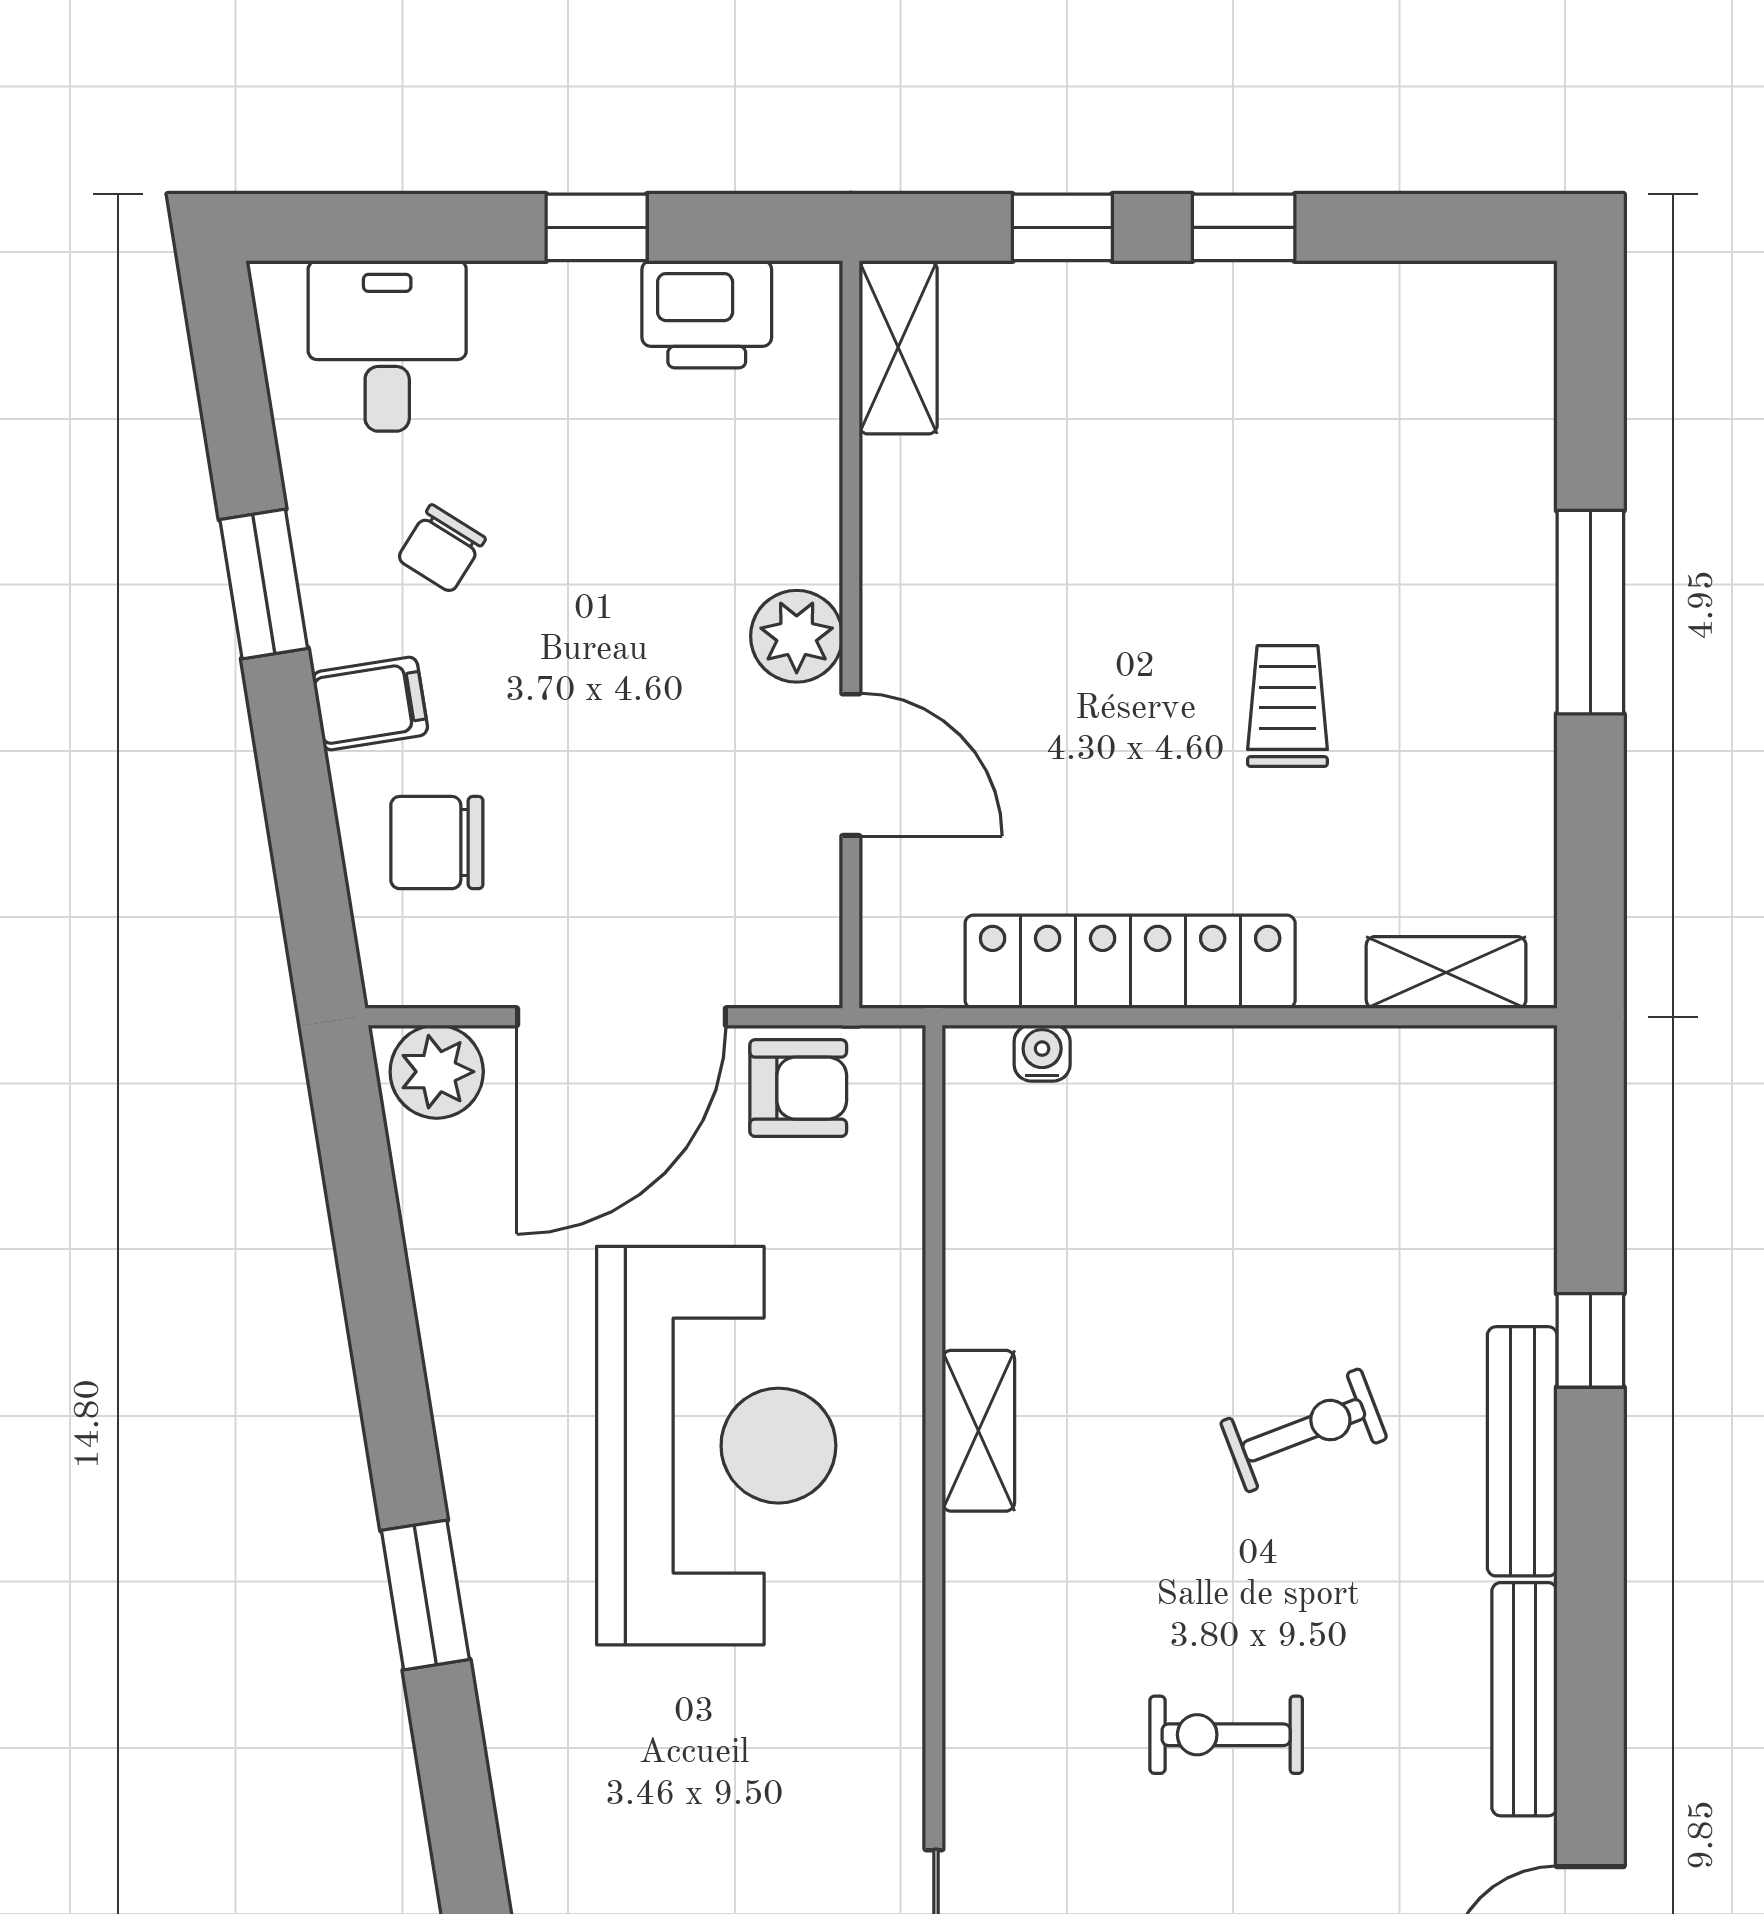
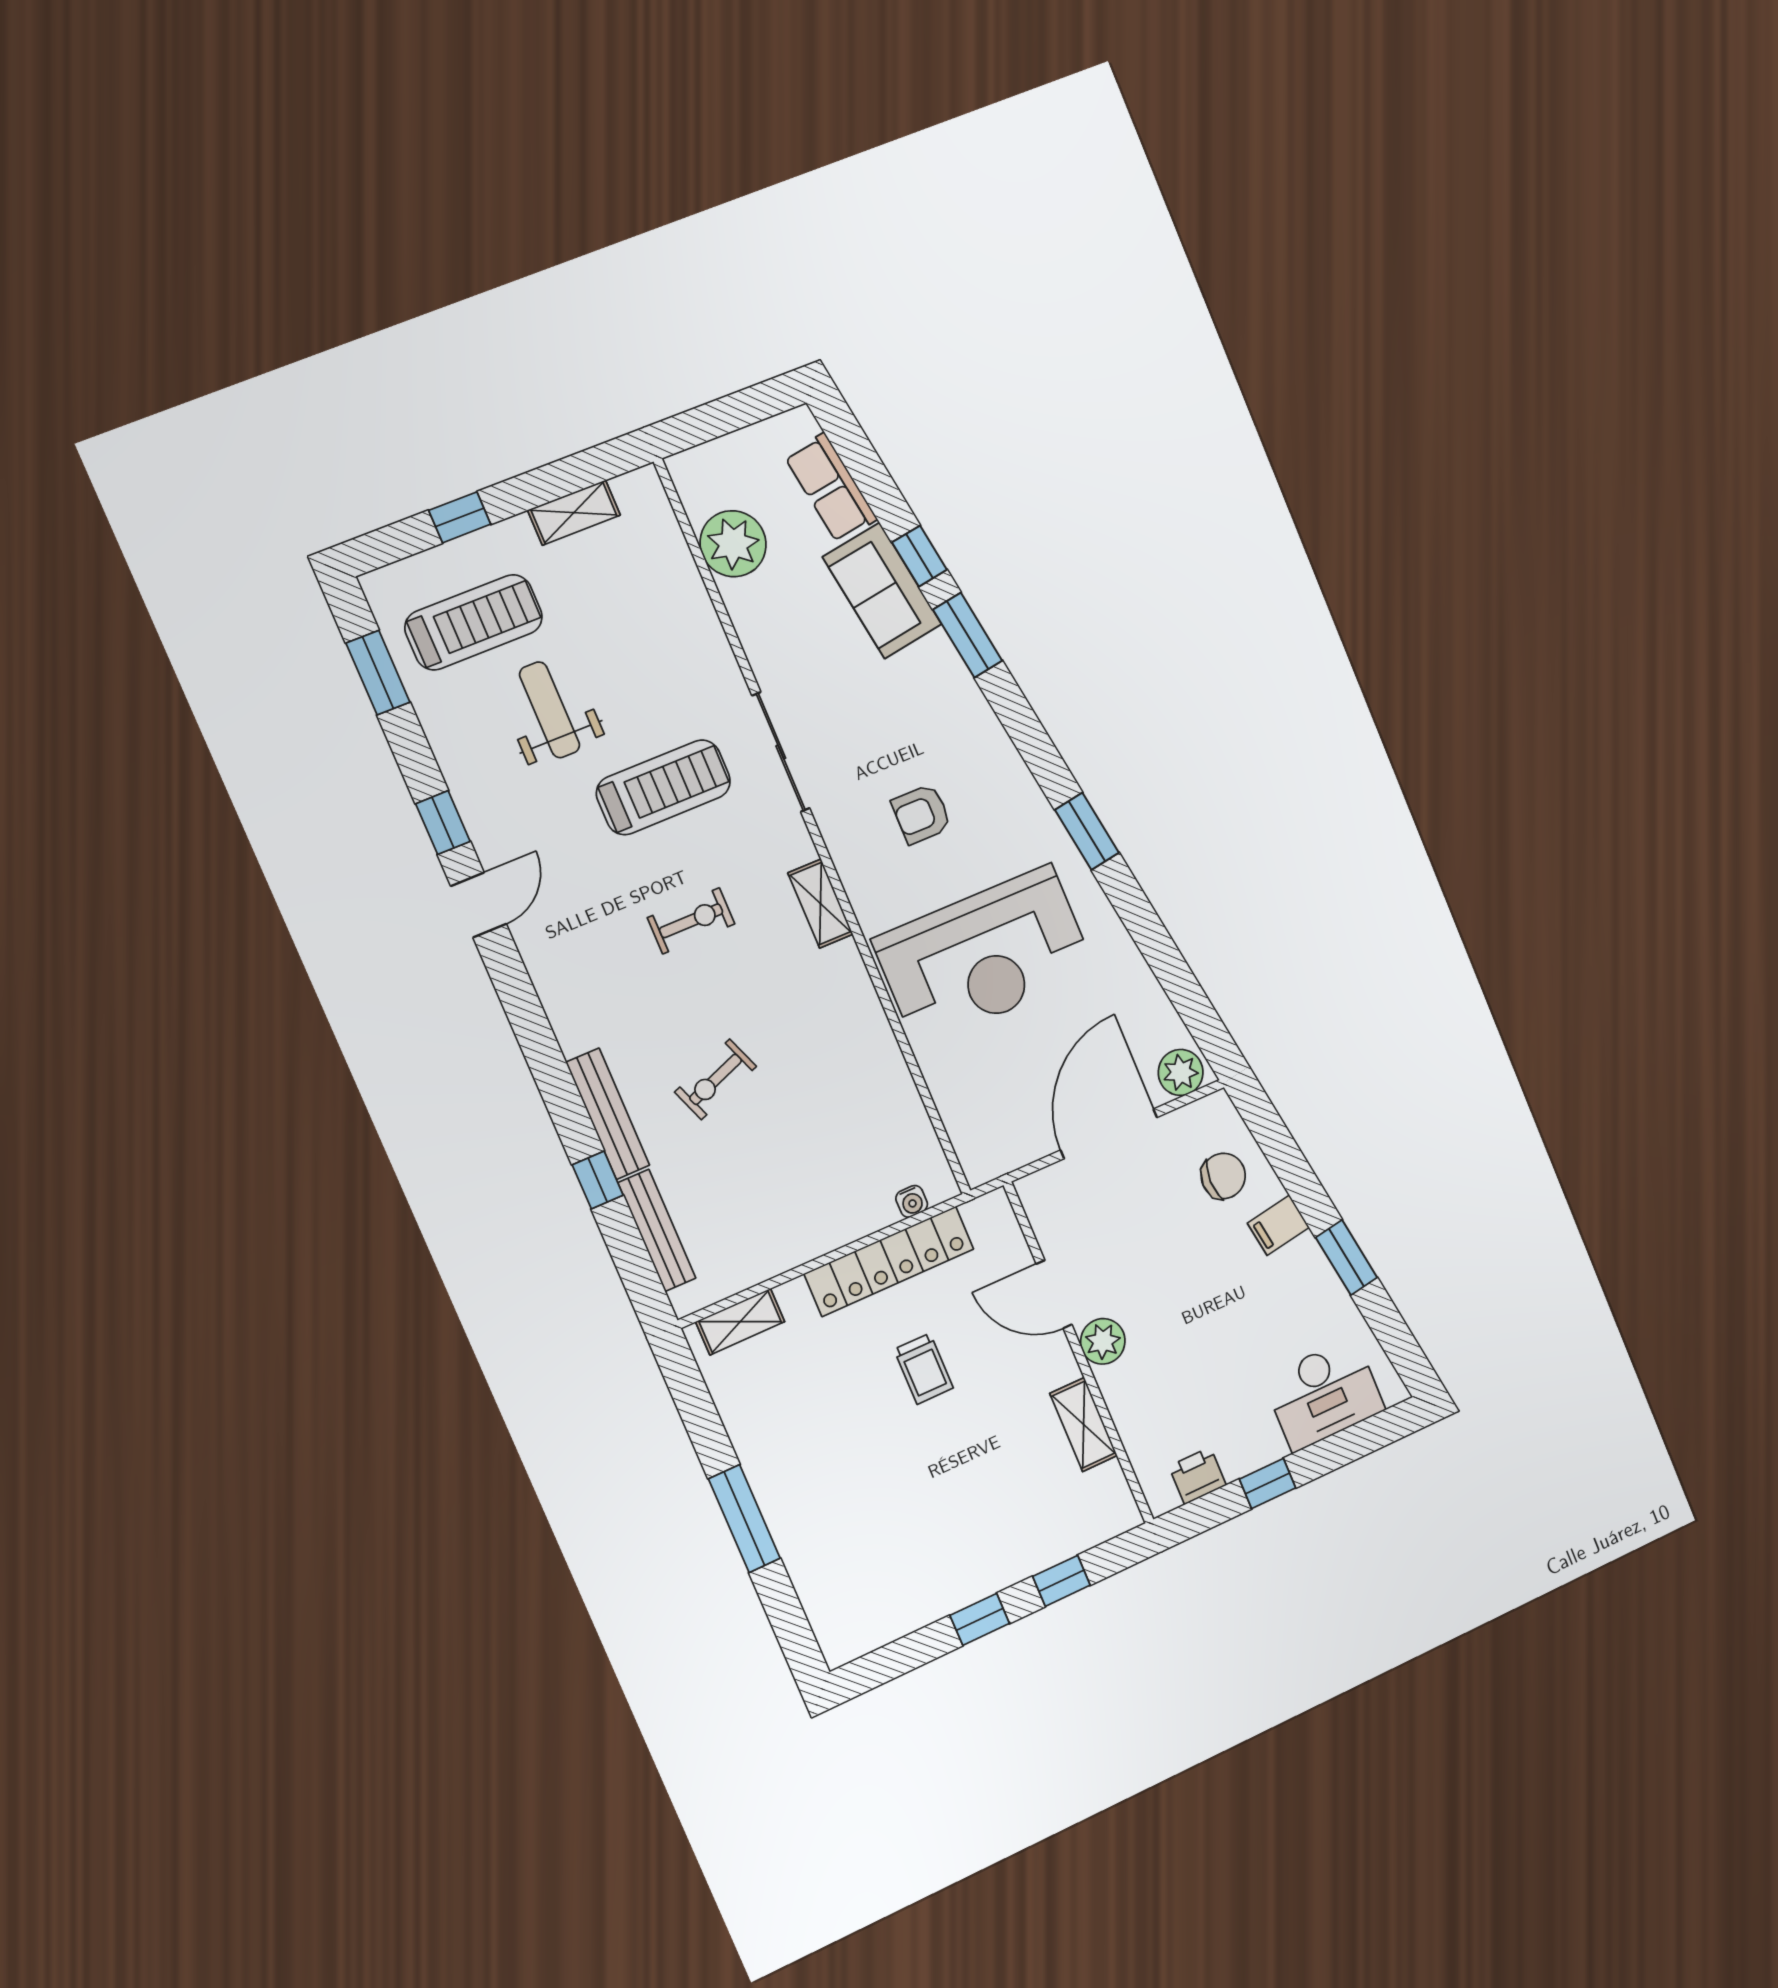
printer: (707, 314) -> (1197, 1476), width x0.73, depth x0.81
desk: (387, 346) -> (1324, 1394), width x1.37
shelving: (898, 347) -> (1084, 1425), moved
chair: (441, 549) -> (1276, 1309), removed
trolley: (1287, 706) -> (924, 1369), moved
armchair: (798, 1088) -> (921, 814), moved
shelving: (978, 1431) -> (820, 904), moved
reception desk: (716, 1446) -> (984, 956), turned -90
bench: (1524, 1699) -> (657, 1231), moved

